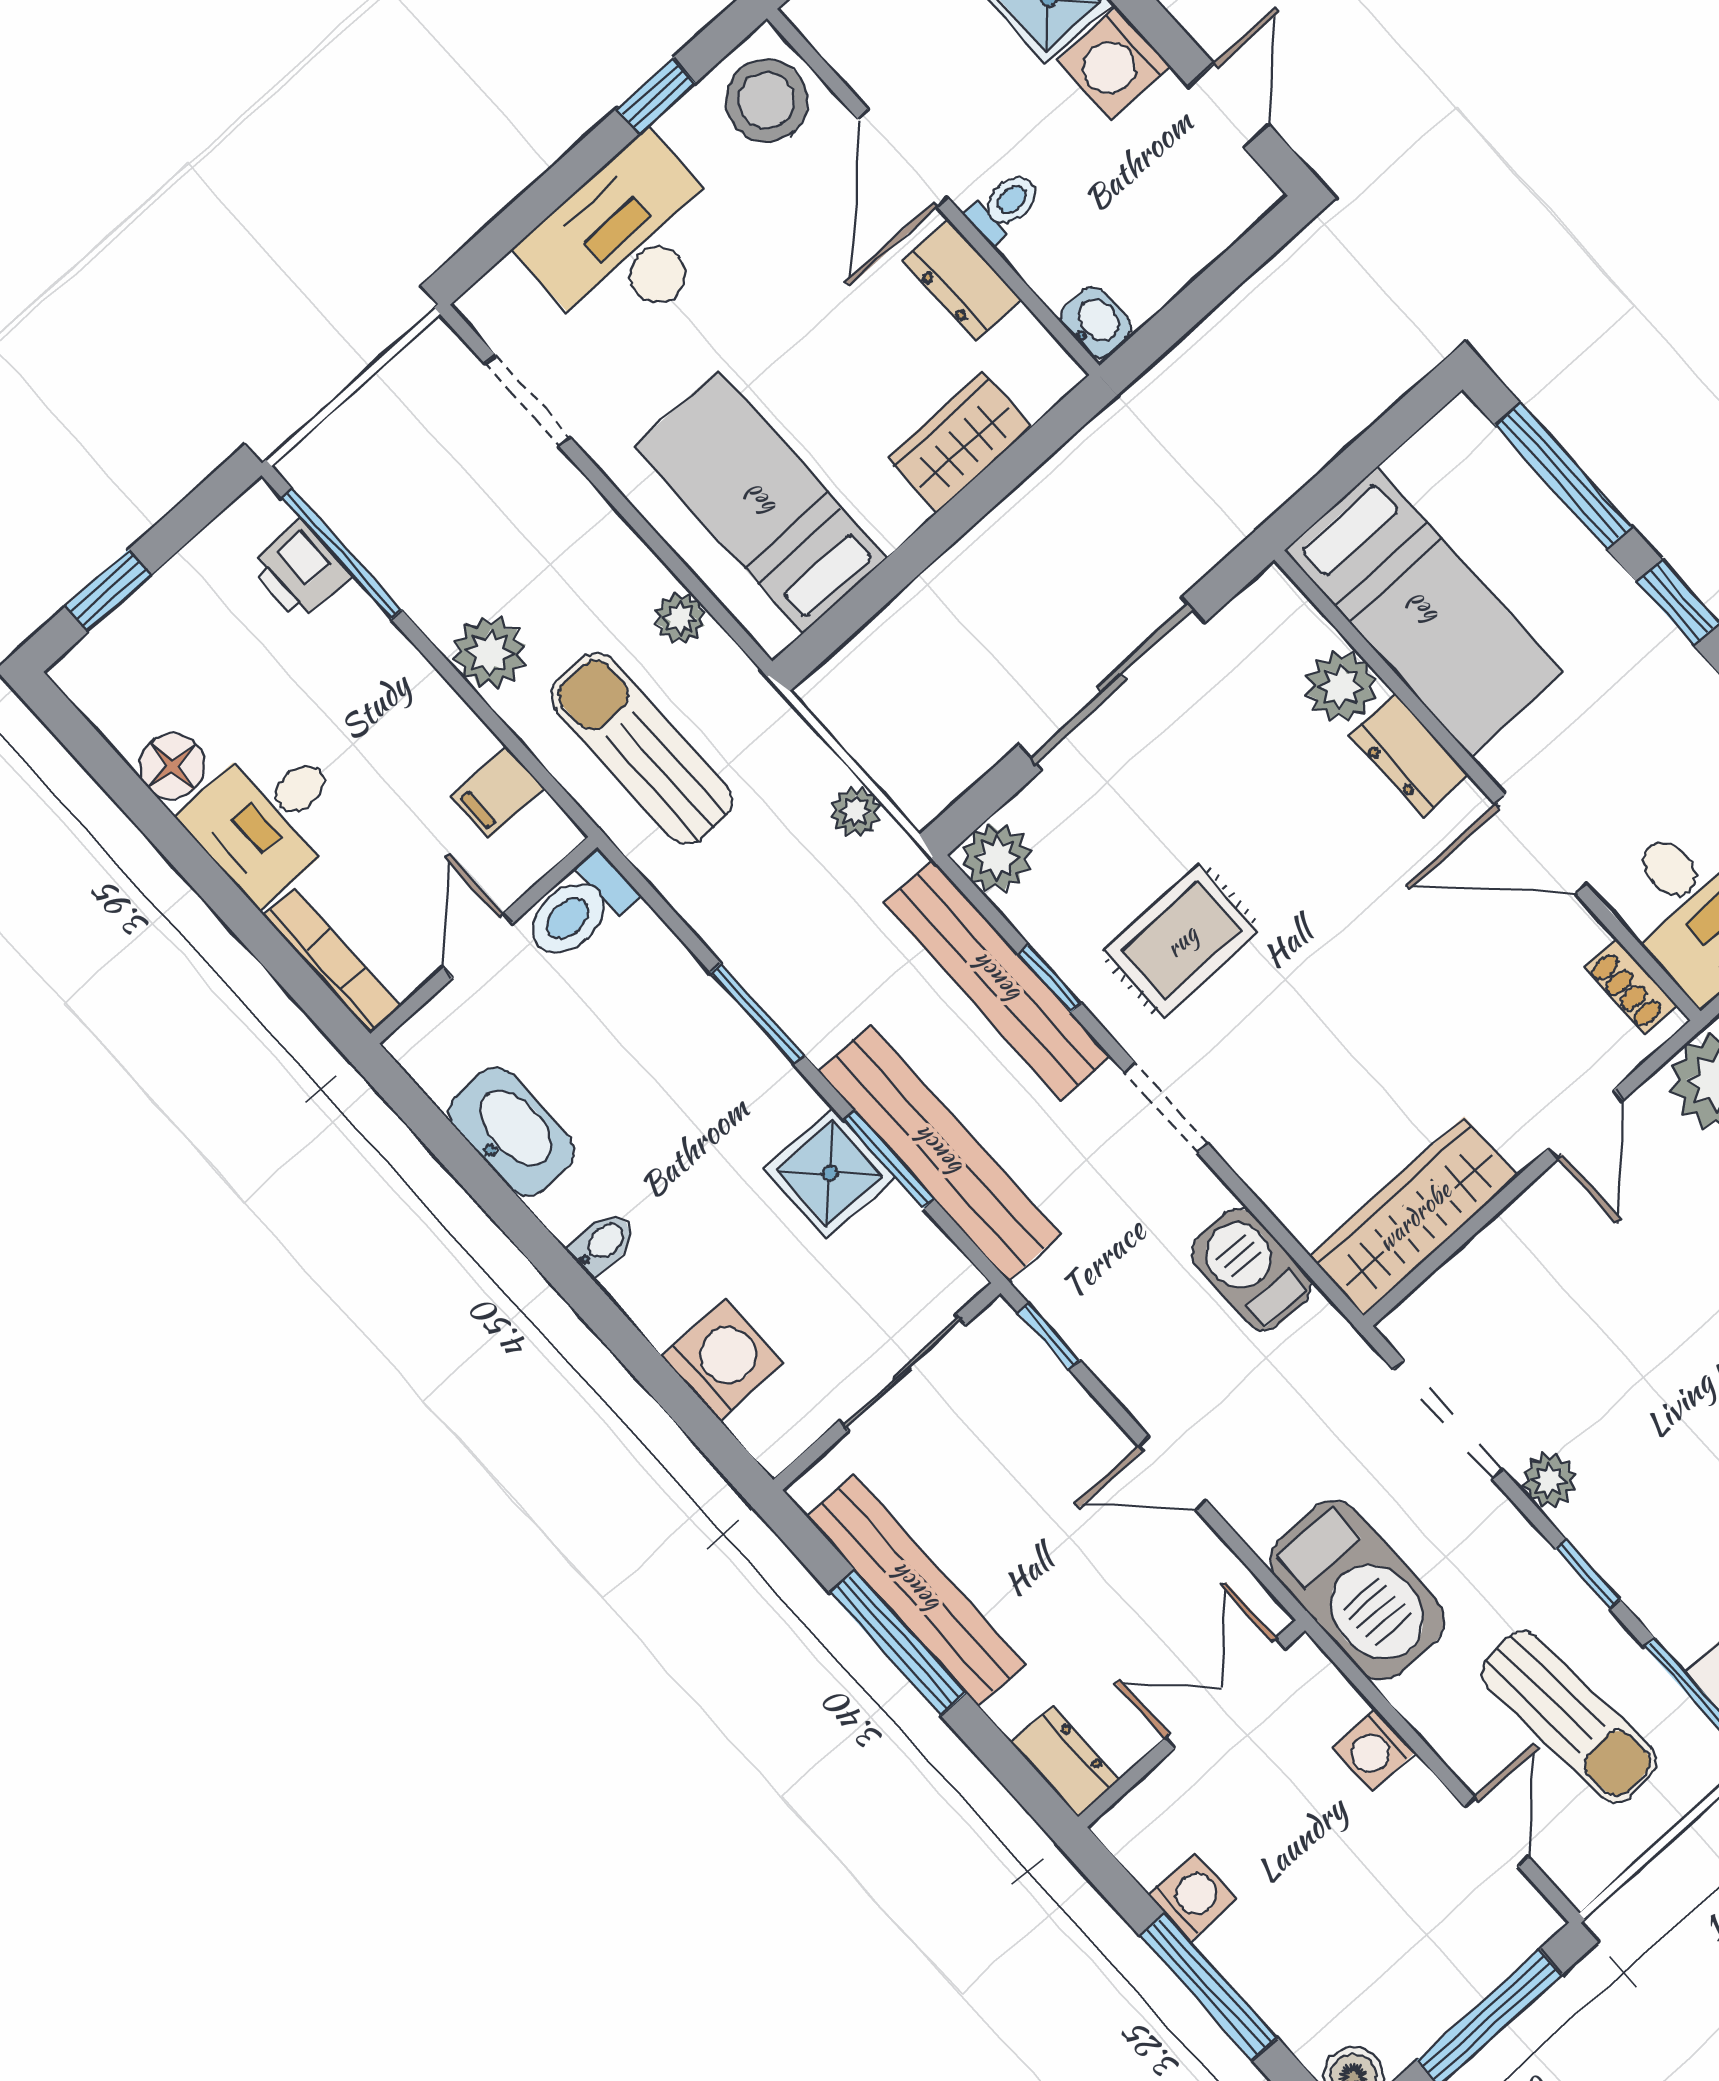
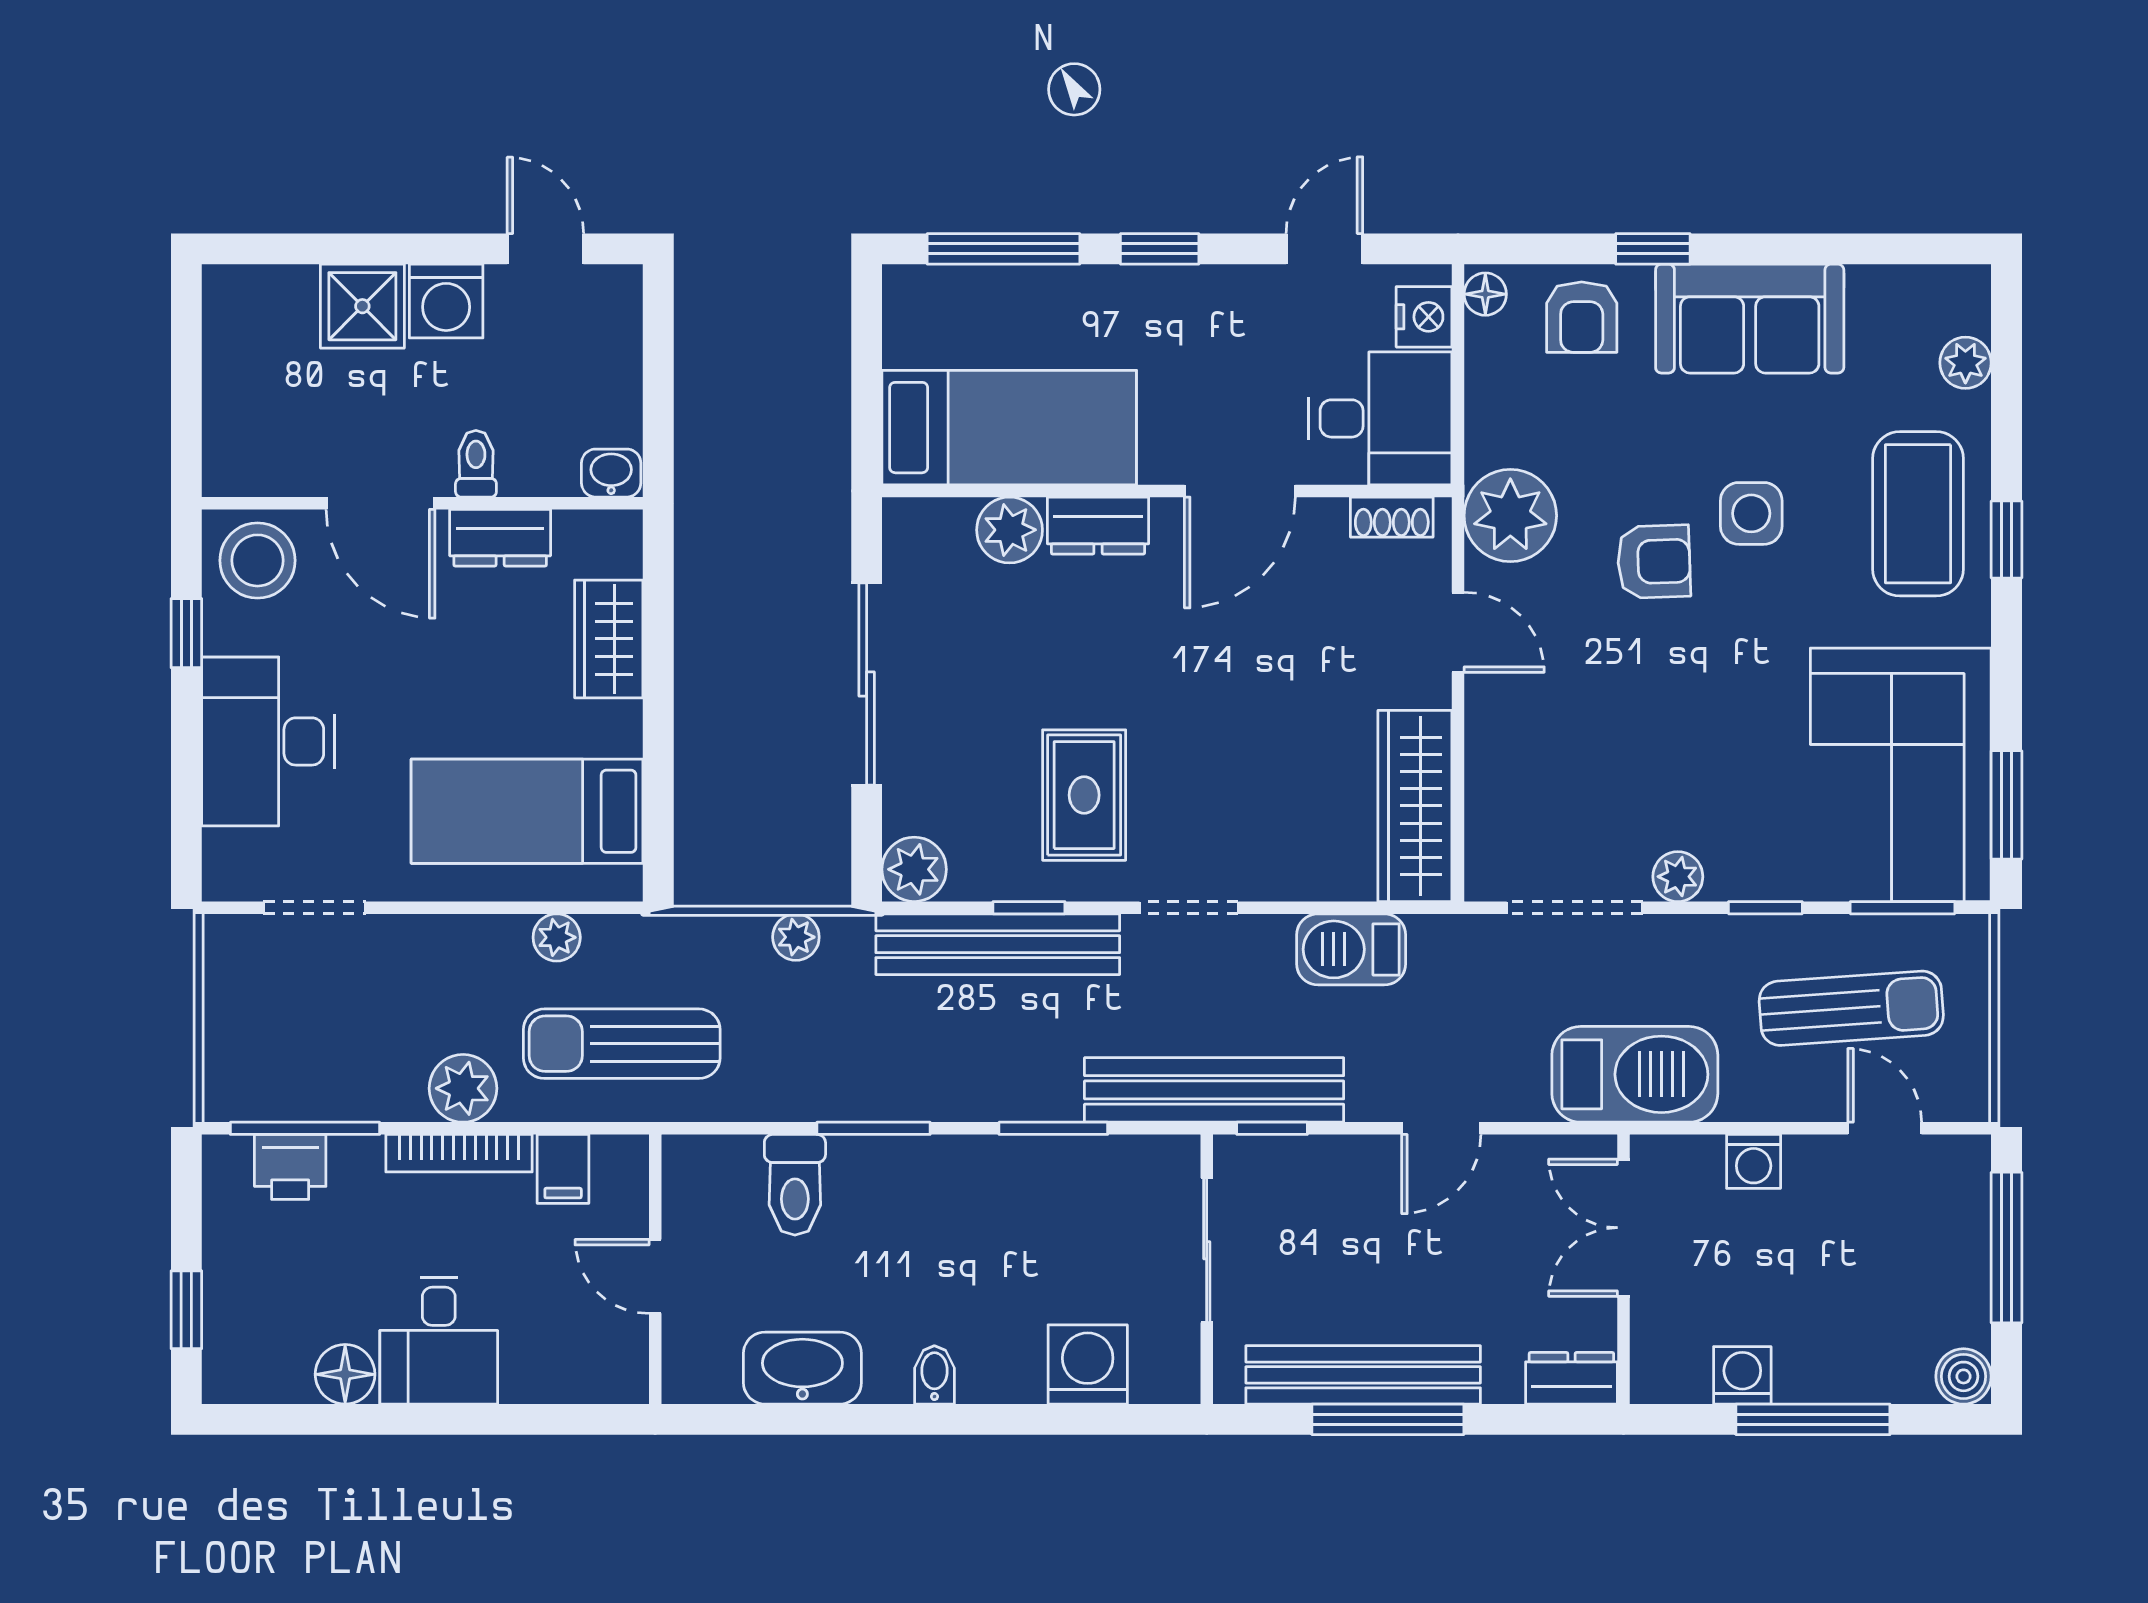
toilet: (579, 908) -> (795, 1185), moved
bookcase: (332, 961) -> (459, 1153), moved, turned 180
bench: (939, 1153) -> (1214, 1090), moved
shower: (830, 1173) -> (1027, 1177), removed

